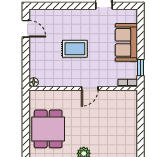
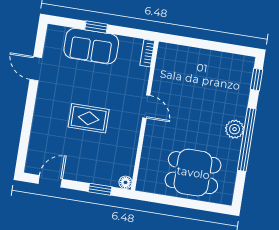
rug: (75, 49) -> (89, 118), turned 90
window: (26, 65) -> (100, 189), added
window: (140, 68) -> (96, 27), moved

